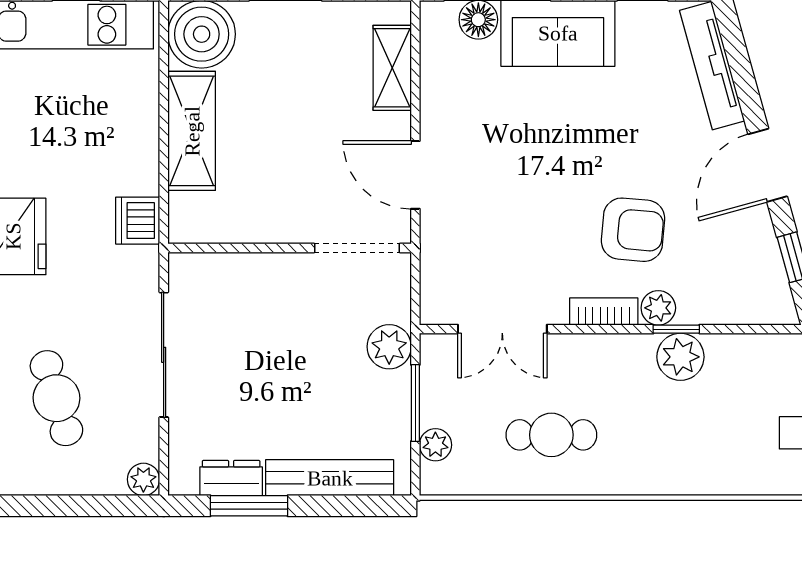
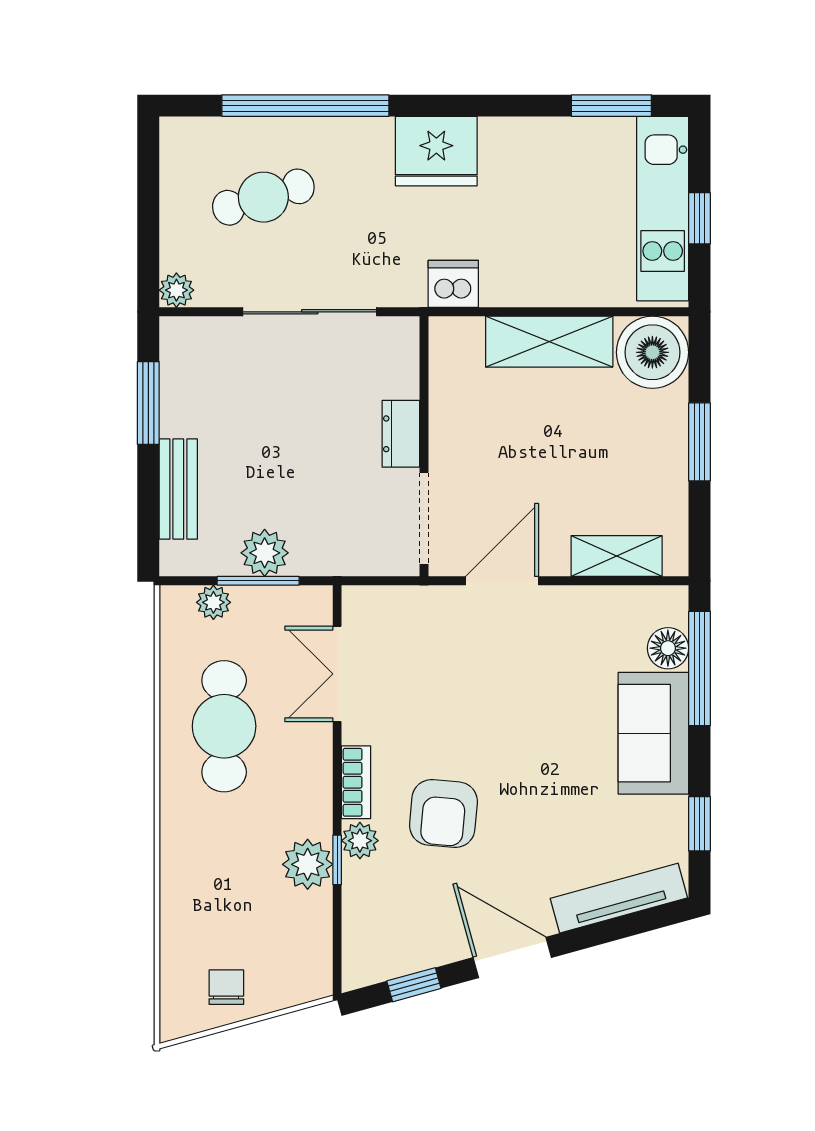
plant: (389, 347) -> (265, 553), moved
cafe table: (551, 435) -> (224, 726), width x1.37, depth x1.35
dresser: (231, 478) -> (401, 434), moved, turned 180
bench: (330, 478) -> (178, 489), width x0.73

